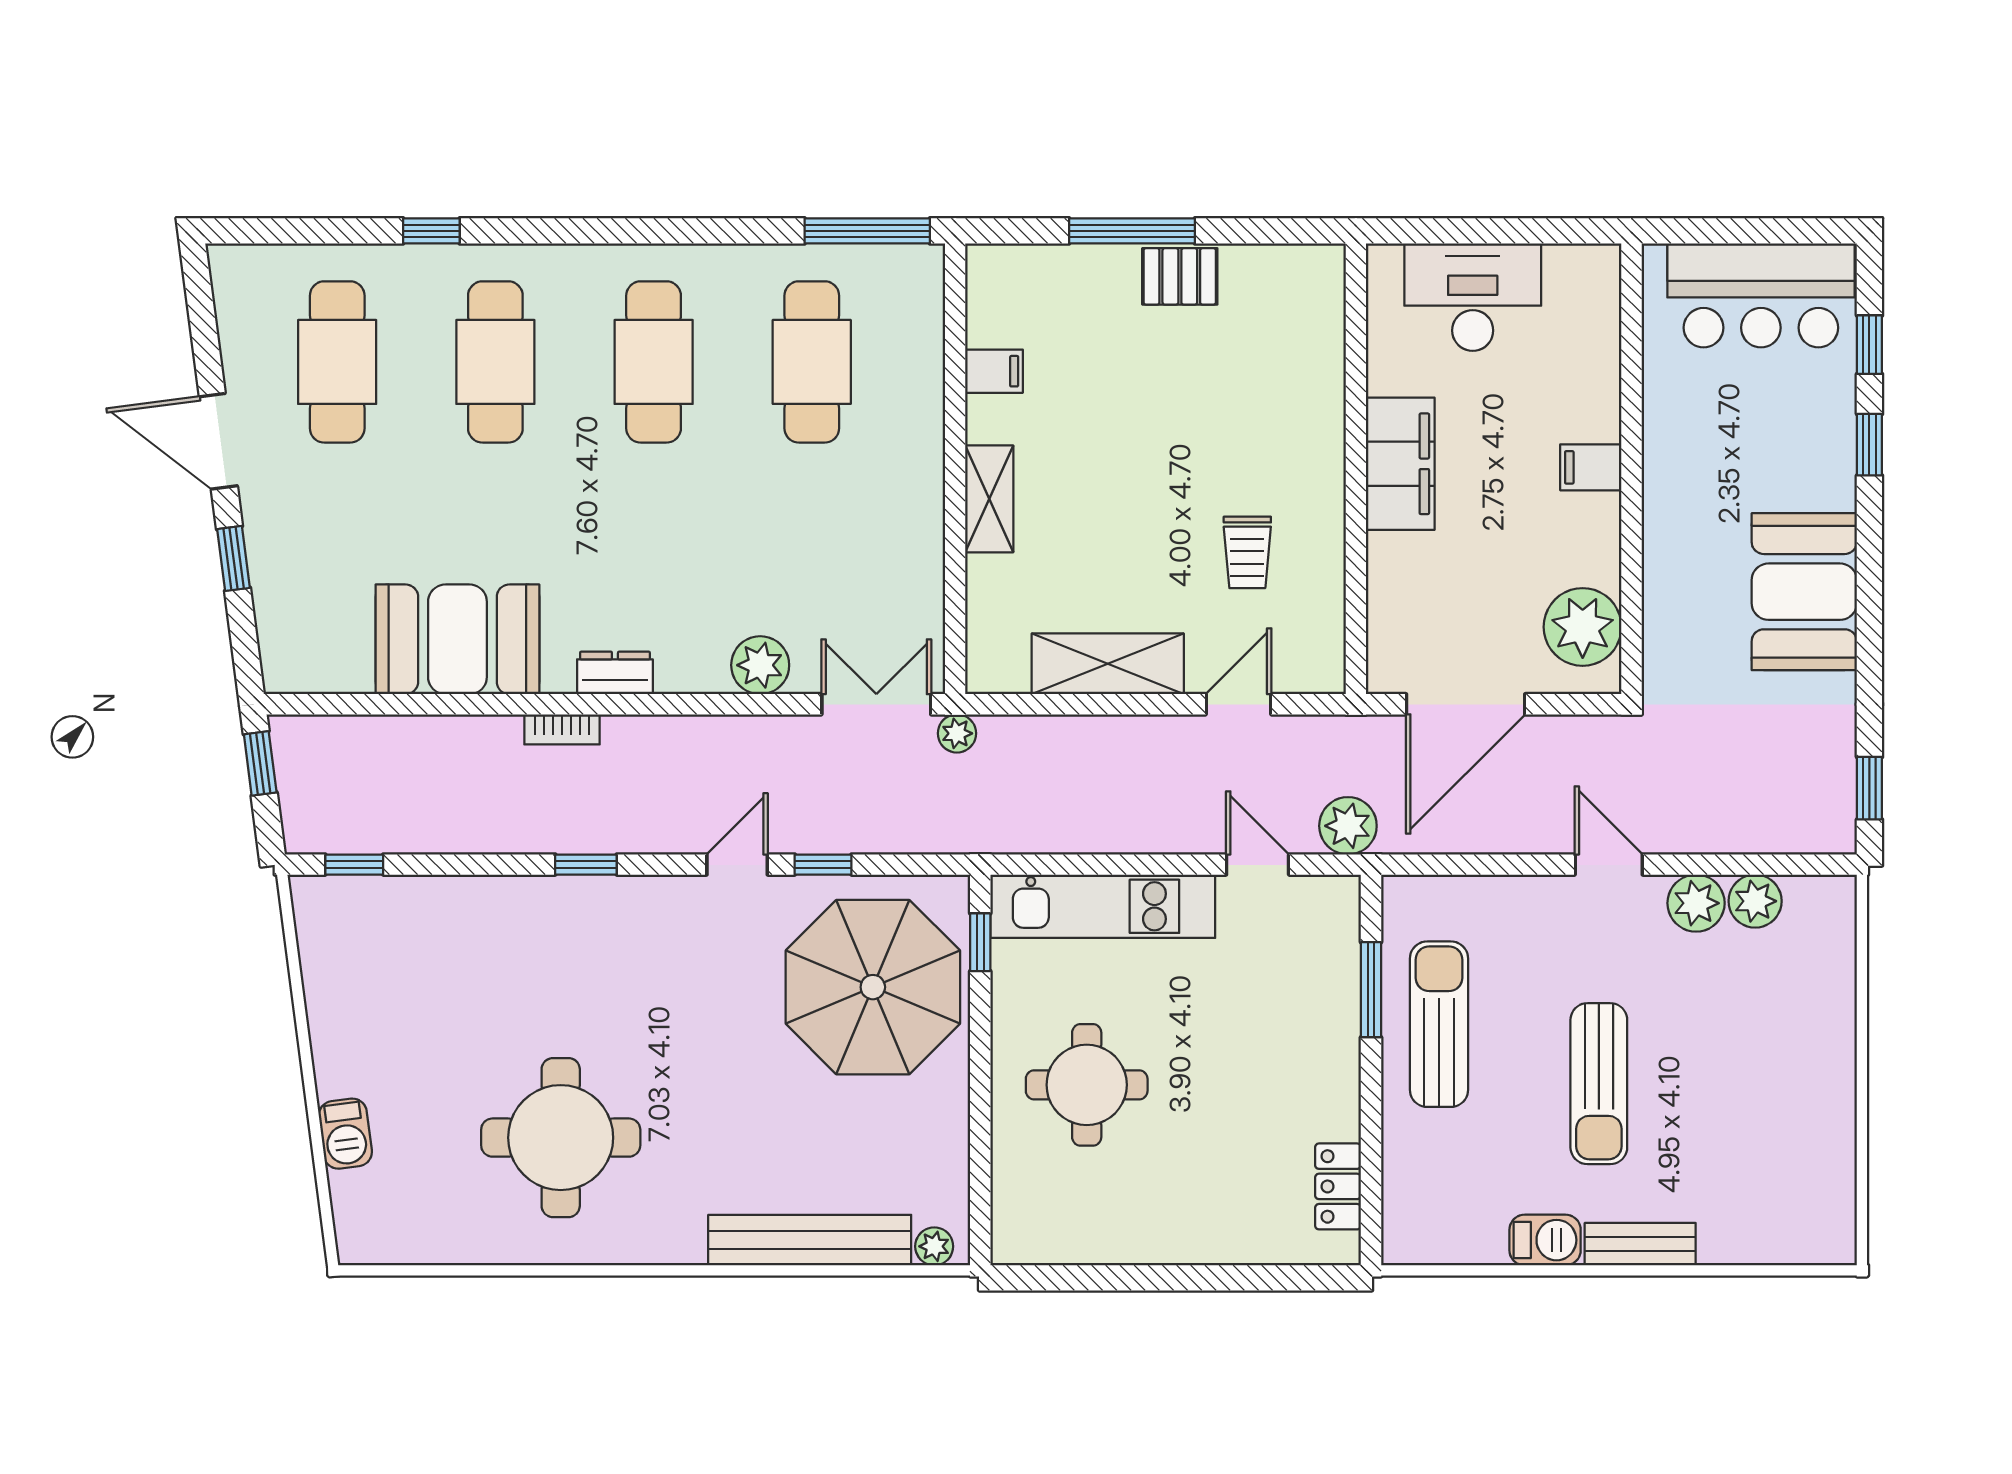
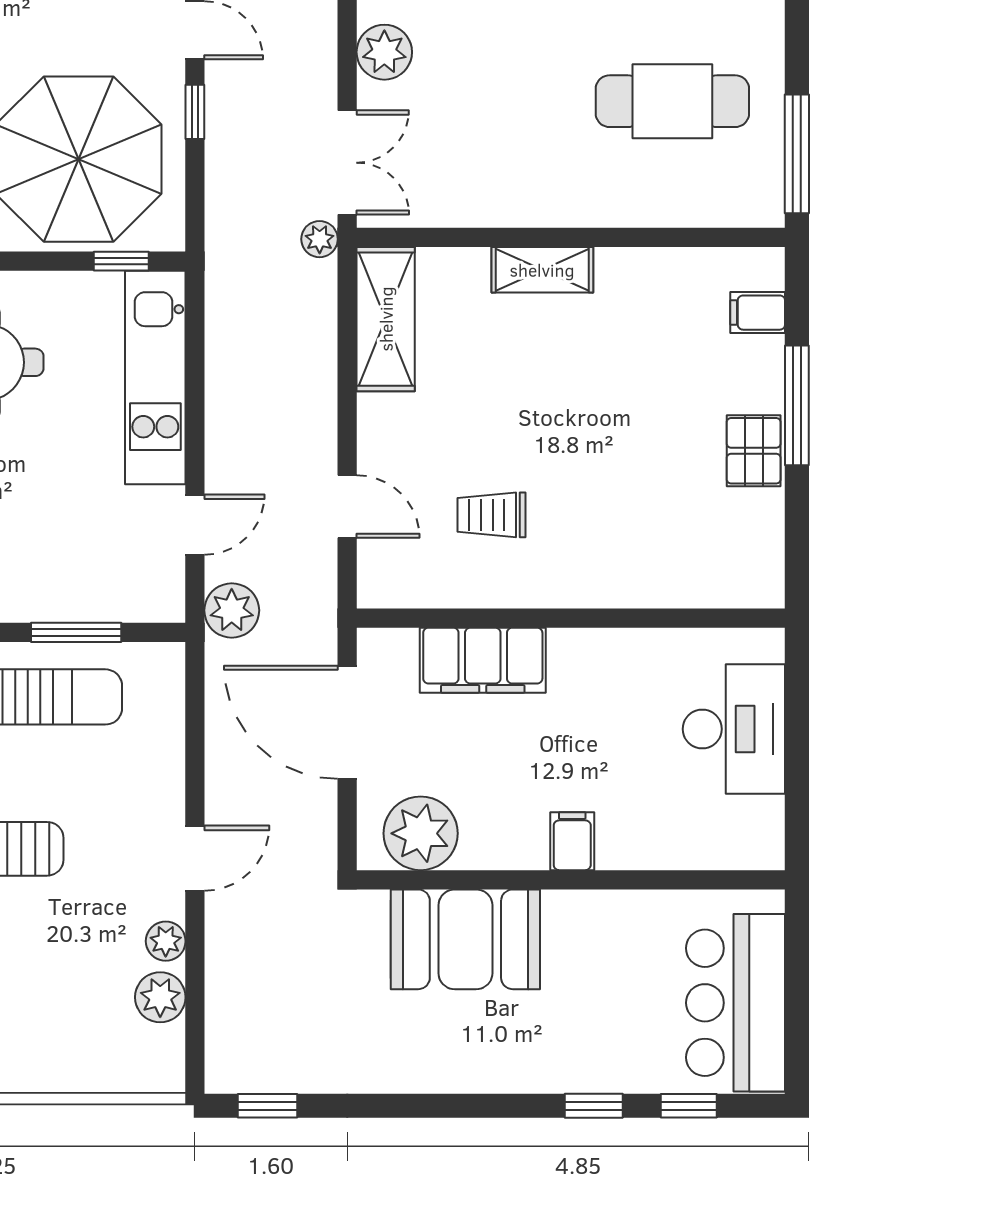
filing cabinet: (994, 371) -> (758, 313), moved, turned 90
filing cabinet: (1400, 464) -> (483, 660), moved
booth: (1804, 592) -> (465, 939), moved
shelving: (1108, 664) -> (386, 319), moved
plant: (1696, 903) -> (166, 941), width x0.73, depth x0.73

